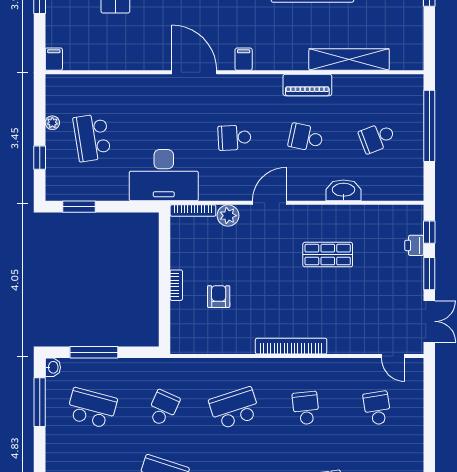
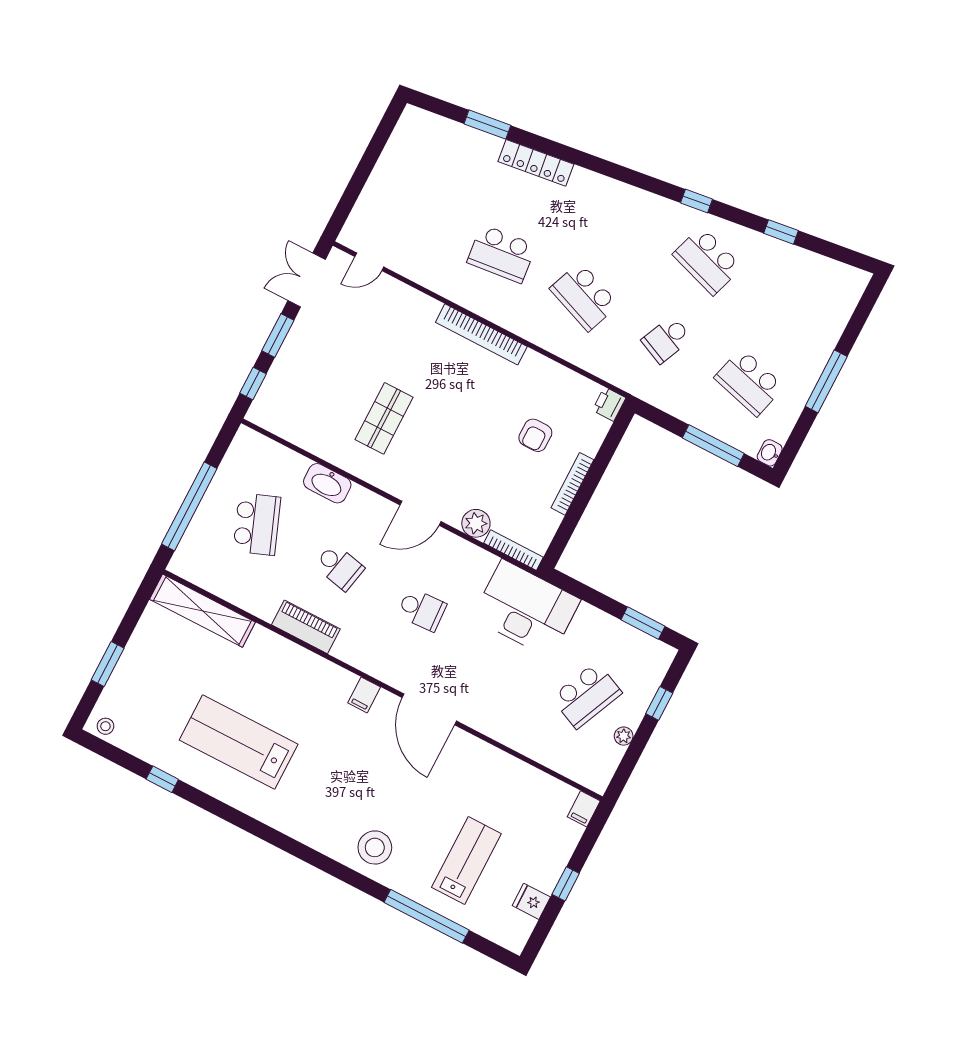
shelving: (349, 59) -> (202, 611), moved
school desk: (92, 138) -> (587, 695), turned 33
school desk: (377, 138) -> (257, 524), width x1.85
printer: (414, 245) -> (609, 404), moved, turned 180
shop shelf: (328, 255) -> (384, 418), turned 90
bookcase: (176, 285) -> (572, 484), width x1.56
door: (393, 356) -> (369, 262), swing flipped
window: (40, 402) -> (826, 381), moved
school desk: (234, 408) -> (584, 297), turned 39
school desk: (306, 408) -> (502, 254), width x1.85
school desk: (377, 408) -> (419, 211), removed

